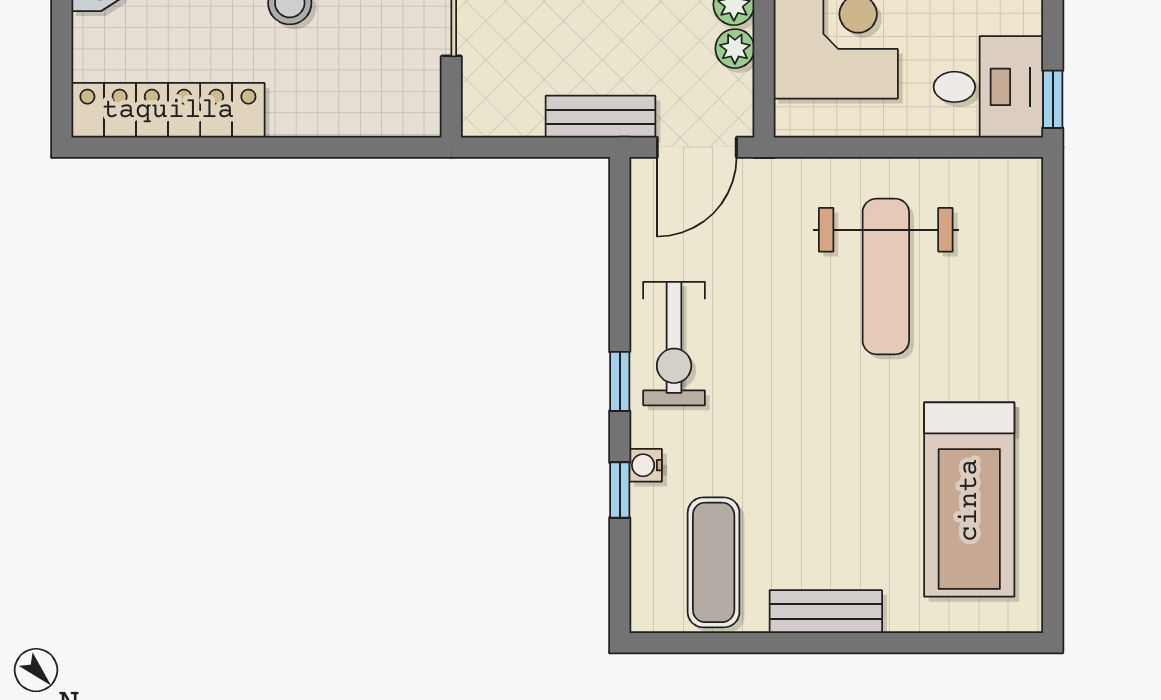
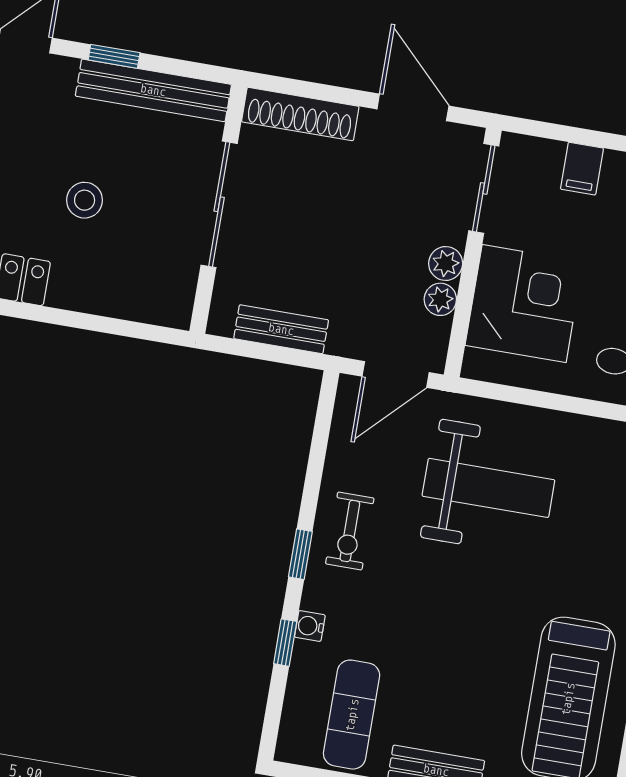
bench: (601, 117) -> (281, 329), moved
weight bench: (886, 276) -> (488, 488), moved, turned -90
exercise bike: (674, 344) -> (350, 531), width x0.73, depth x0.72

